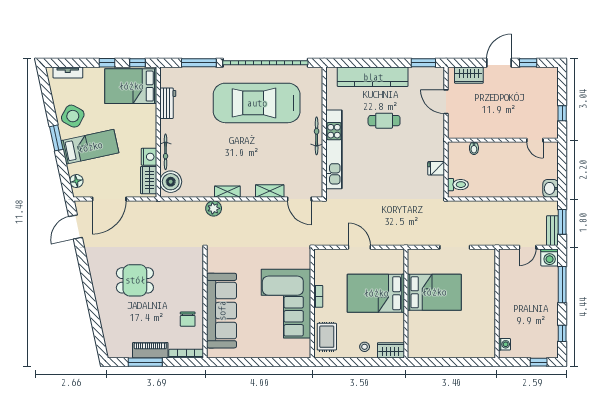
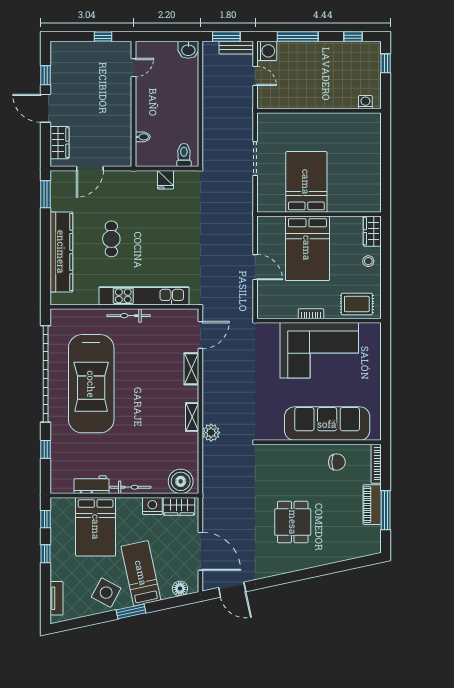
window: (199, 63) -> (46, 449), width x0.46
bed: (131, 86) -> (96, 527), moved
bicycle: (166, 152) -> (131, 487), moved
door: (359, 247) -> (255, 267), swing flipped

